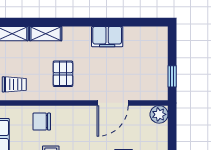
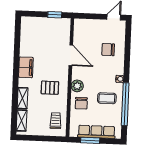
filing cabinet: (107, 37) -> (26, 67), moved
plant: (159, 114) -> (77, 86), moved

